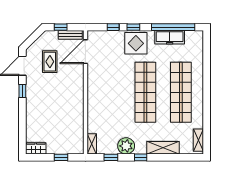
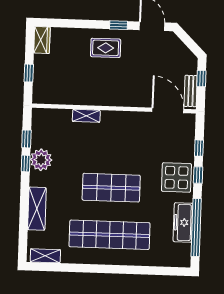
rug: (50, 62) -> (106, 48), moved
shop shelf: (145, 92) -> (111, 188), width x0.71
shelving: (92, 144) -> (86, 116), moved
window: (141, 157) -> (26, 164), moved

